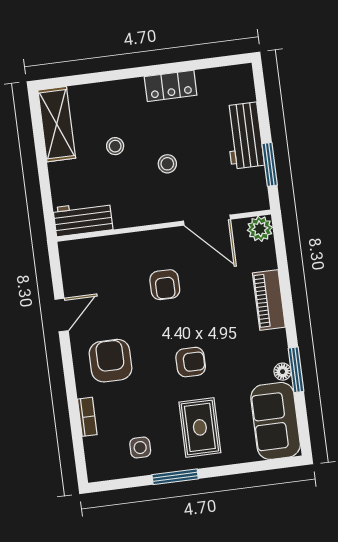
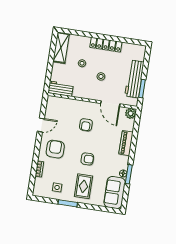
locker: (171, 86) -> (106, 45), width x1.53
workbench: (244, 136) -> (134, 79), width x1.38

